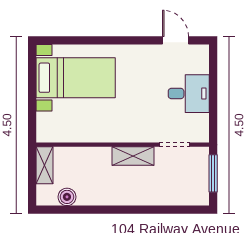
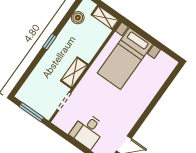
bed with nightstands: (76, 78) -> (125, 59), moved
window: (118, 210) -> (50, 42), added

